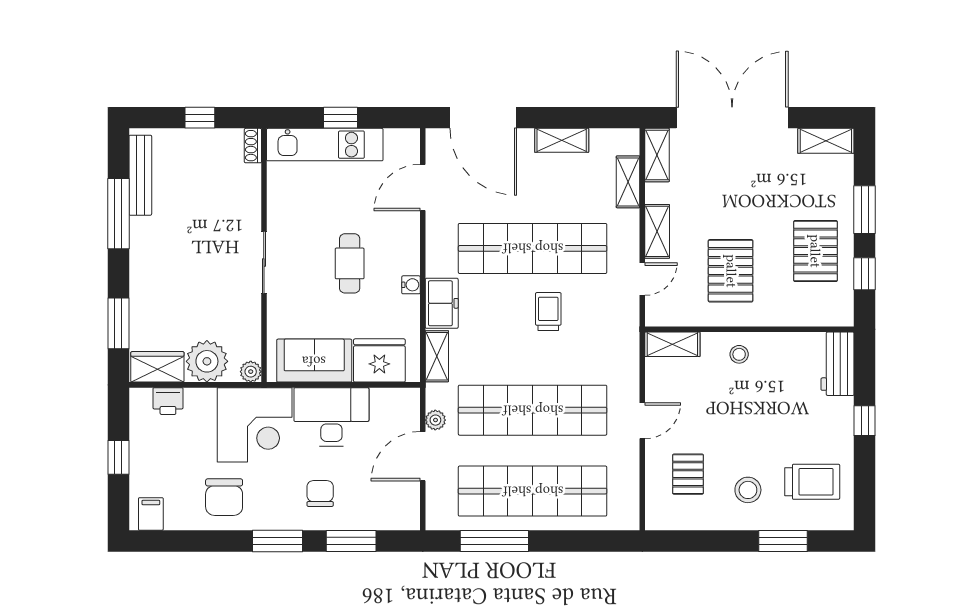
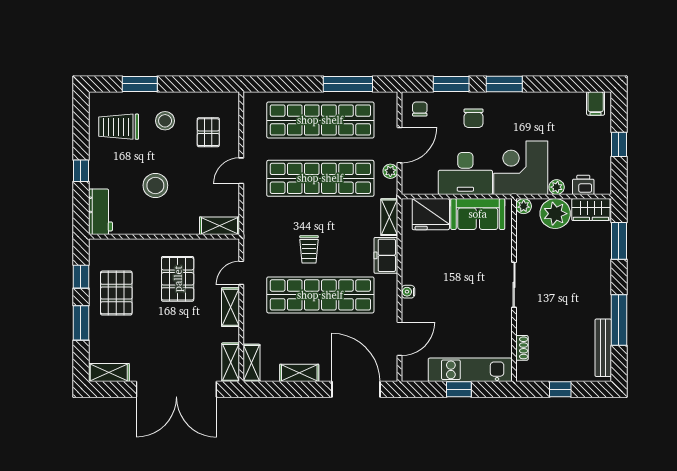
shoe rack: (253, 146) -> (522, 348), moved
shelving: (628, 182) -> (252, 363), moved
cafe table: (350, 263) -> (452, 284), removed
water cooler: (411, 285) -> (408, 292), moved
stool: (739, 354) -> (155, 185), moved, width x1.89, depth x1.89
plant: (205, 398) -> (557, 187), added
chair: (224, 497) -> (420, 109), moved, width x0.54, depth x0.54

